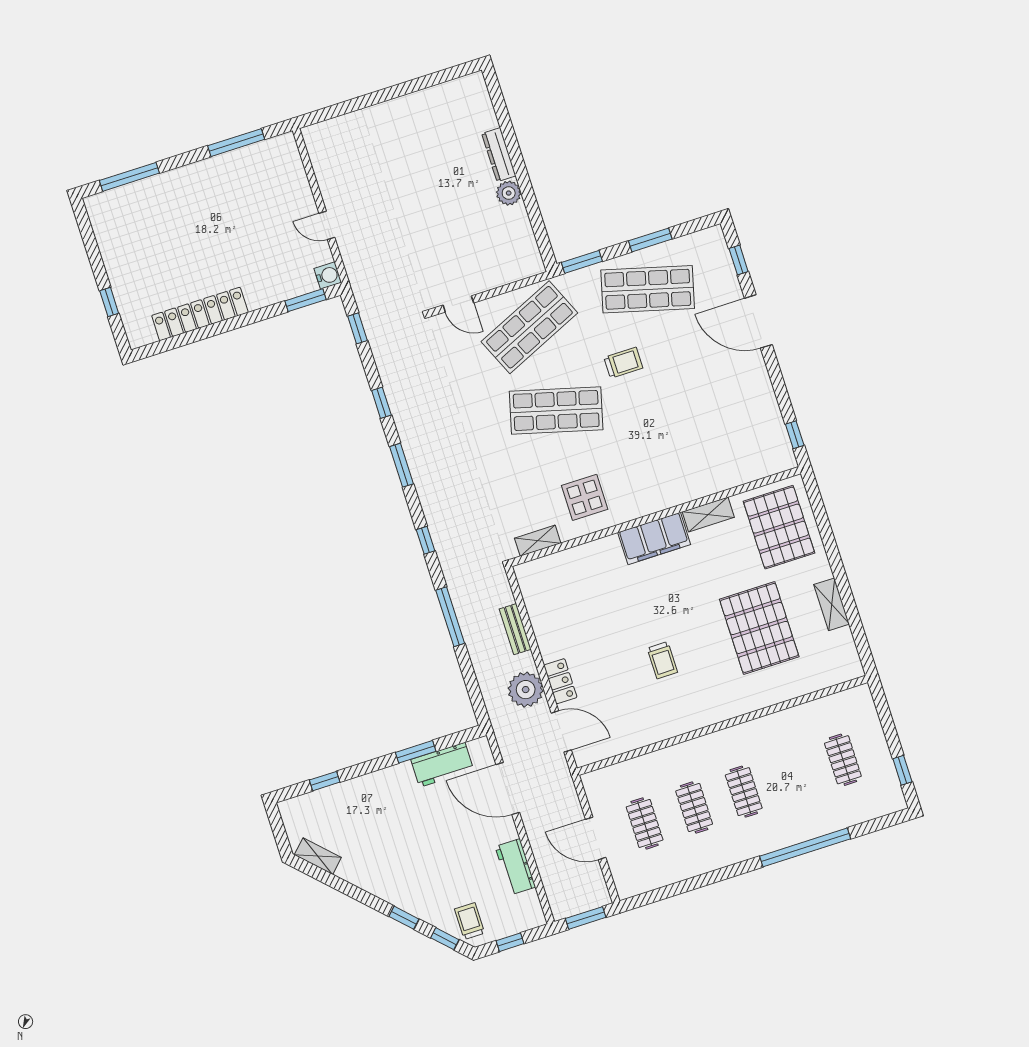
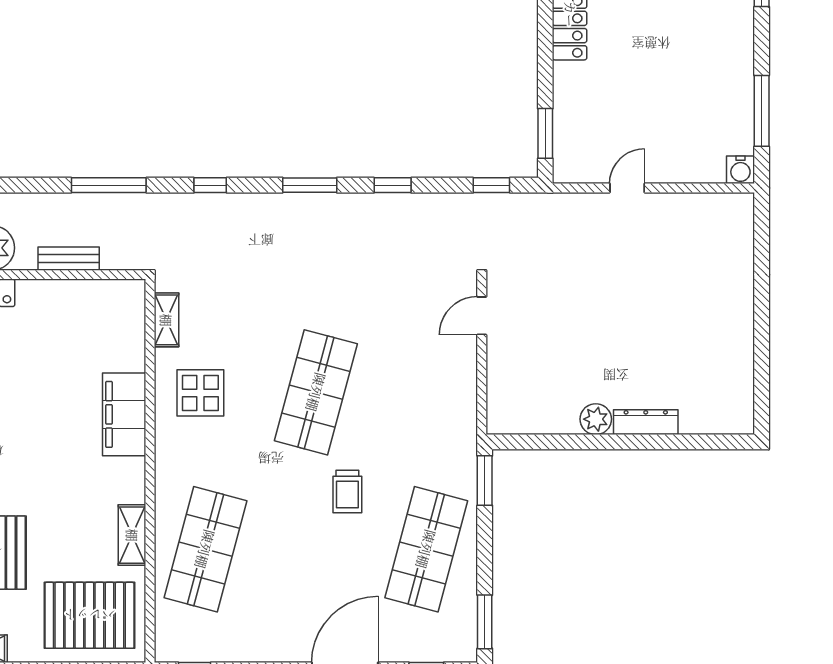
window: (650, 240) -> (485, 622), moved
water cooler: (328, 275) -> (740, 170), moved
shop shelf: (529, 327) -> (205, 549), moved, turned 39
filing cabinet: (654, 538) -> (124, 414), moved

